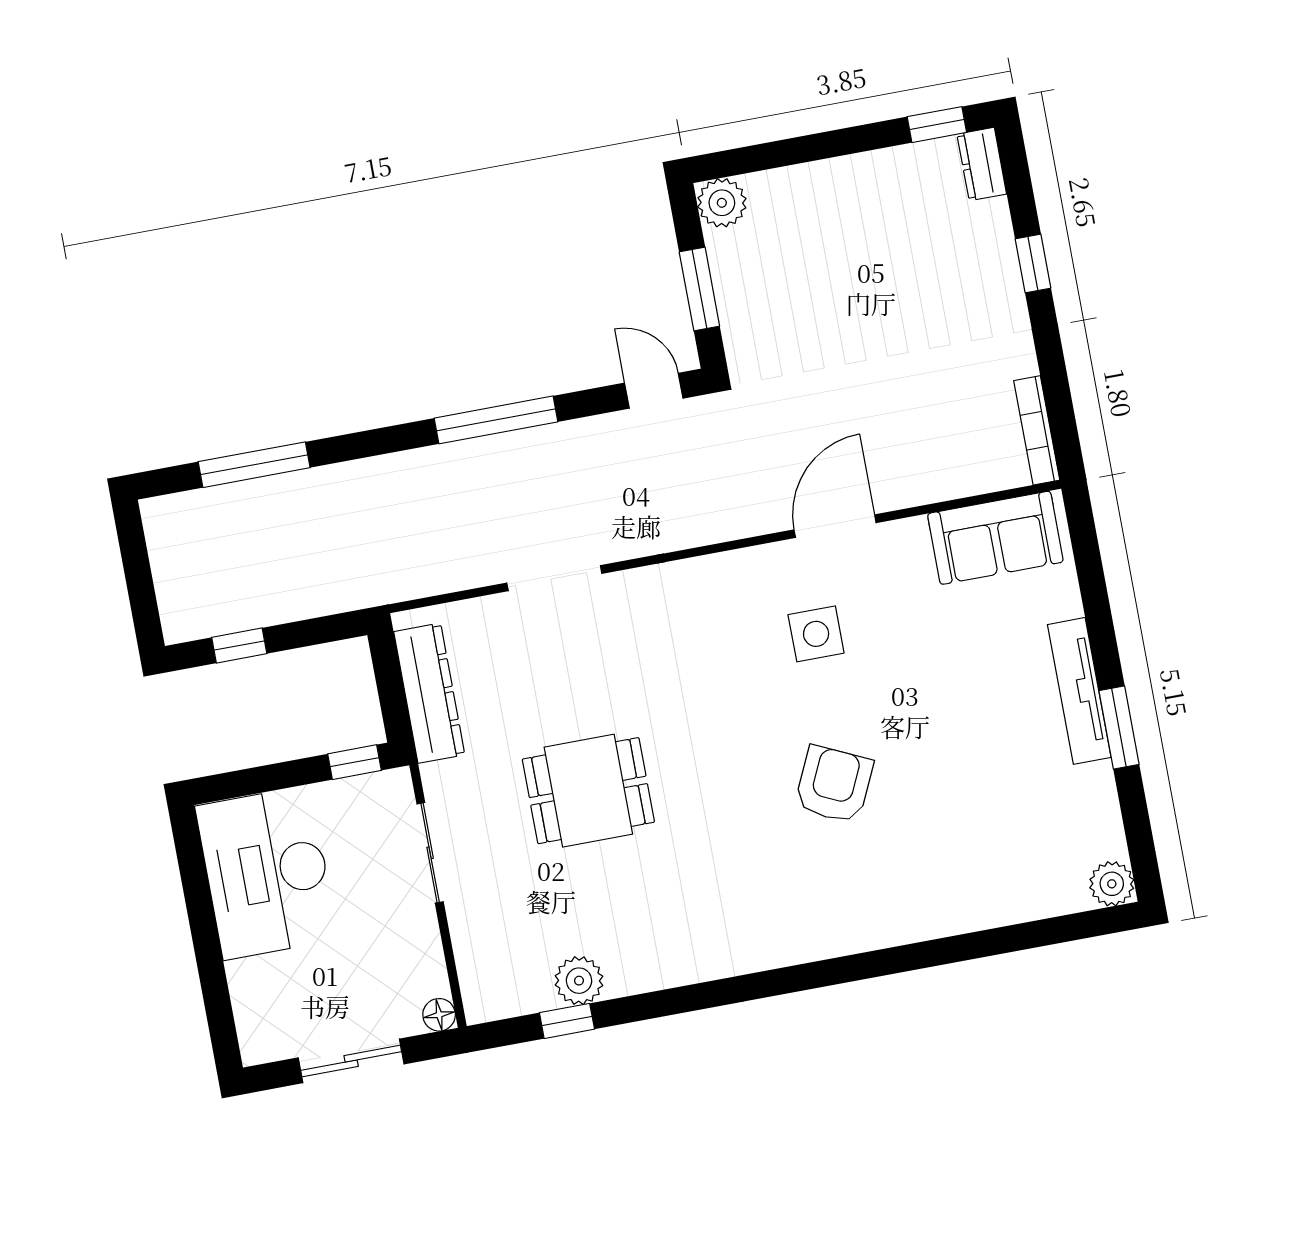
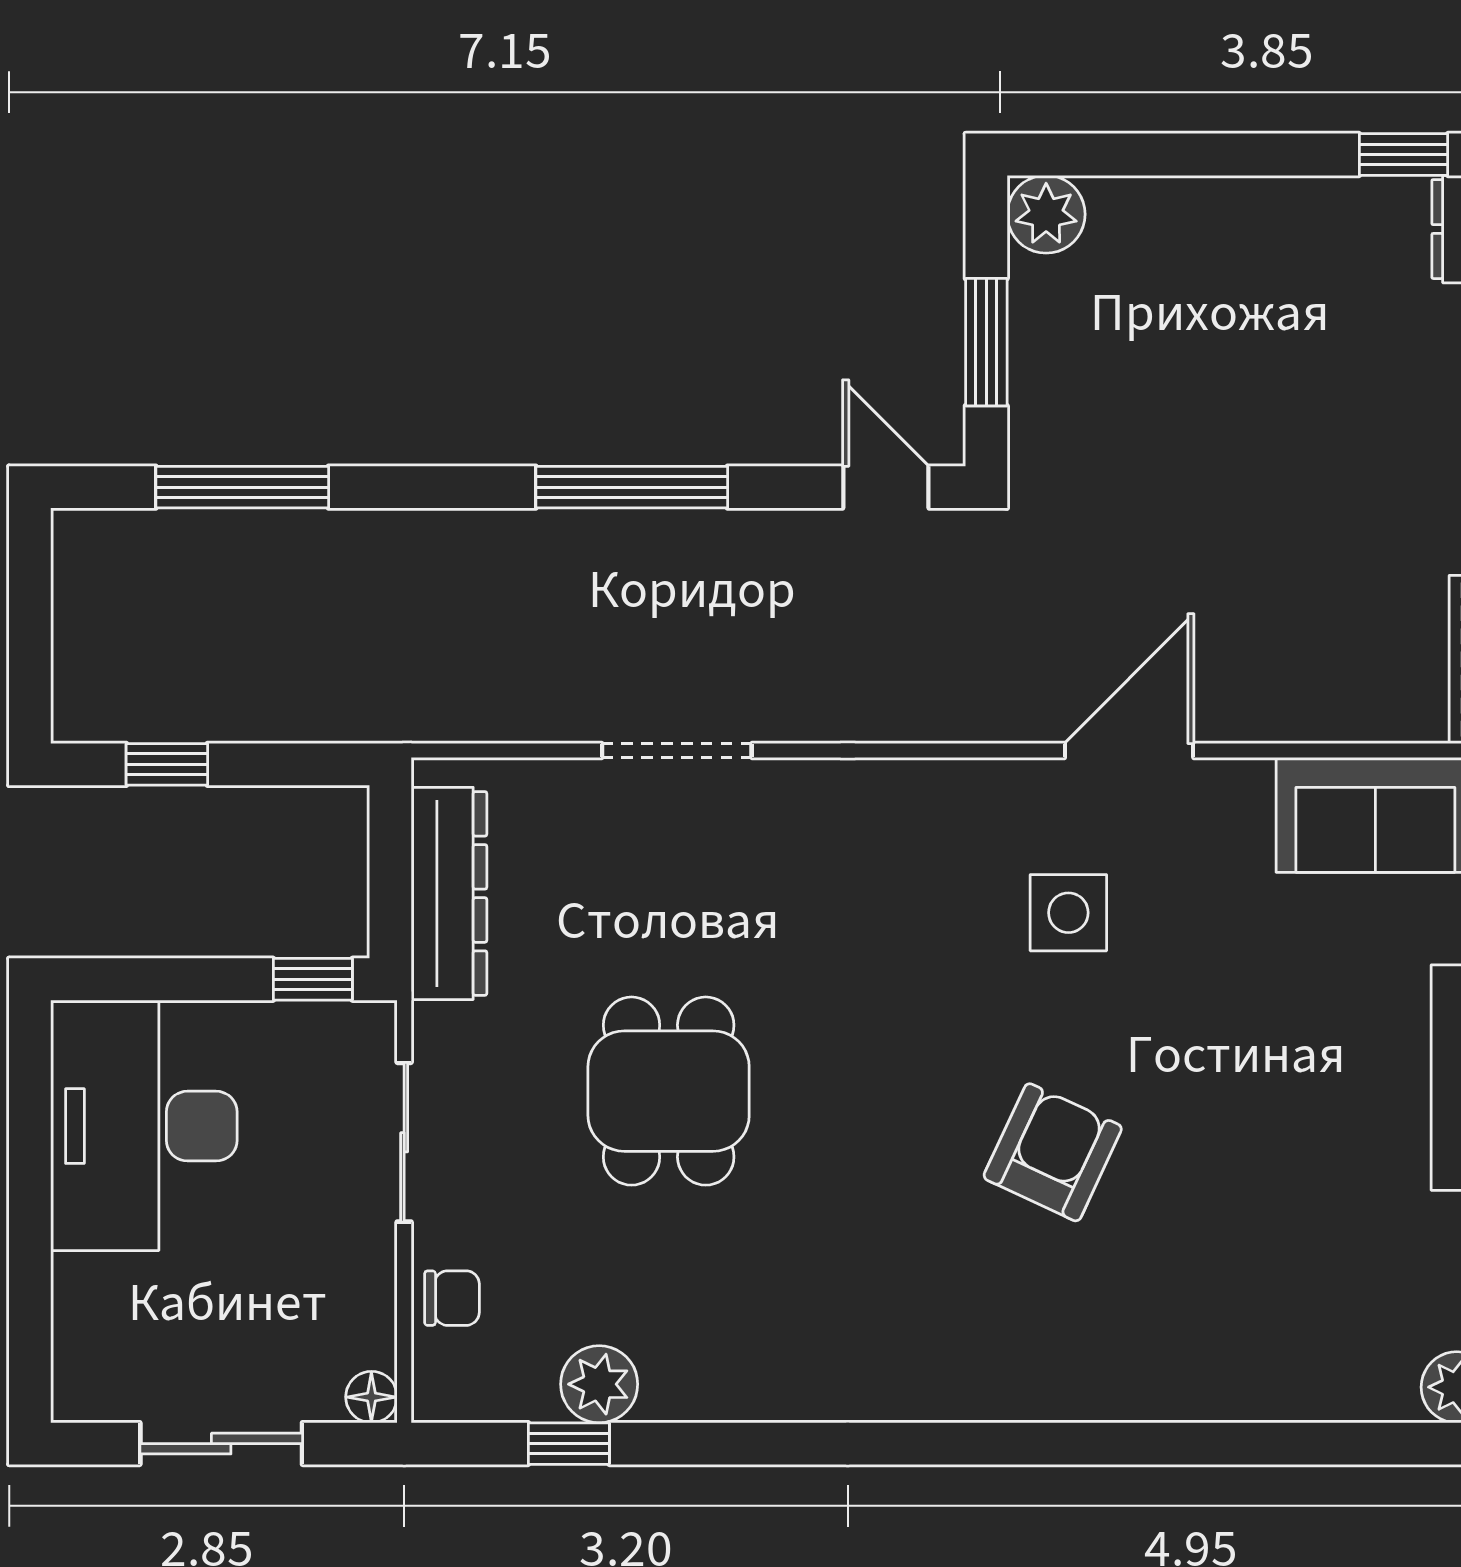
dining table: (588, 791) -> (669, 1091), turned 90
chair: (478, 944) -> (452, 1298), added

